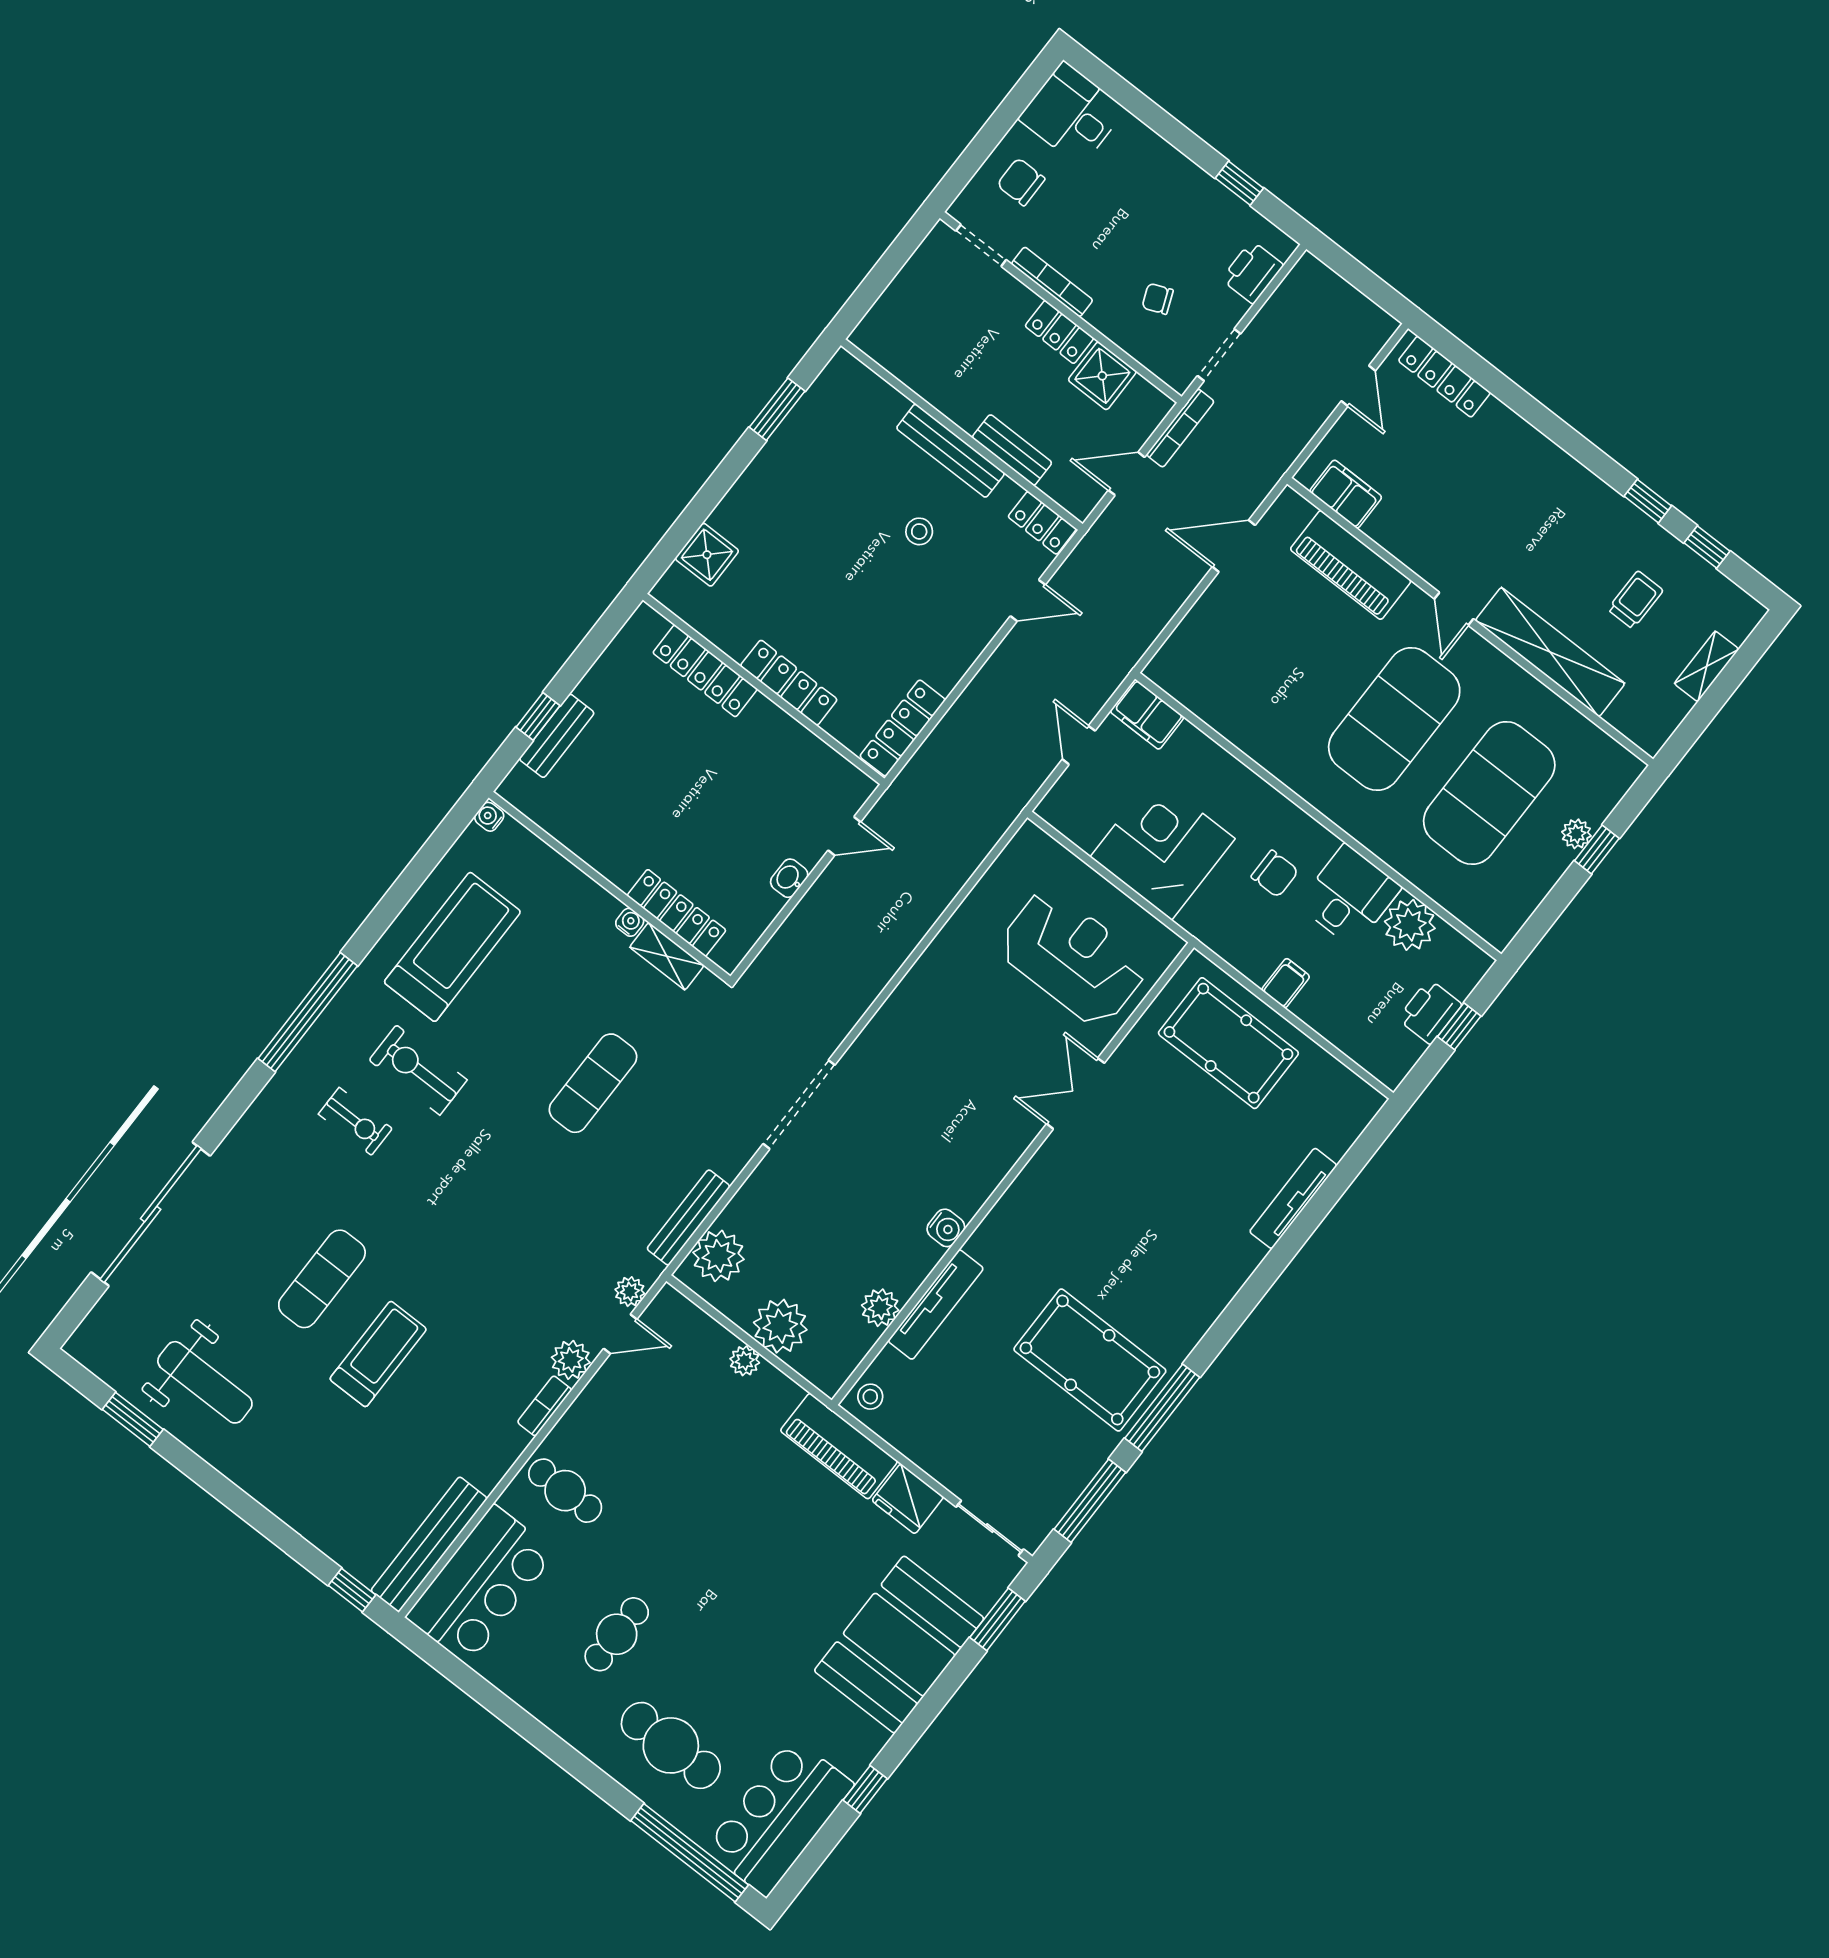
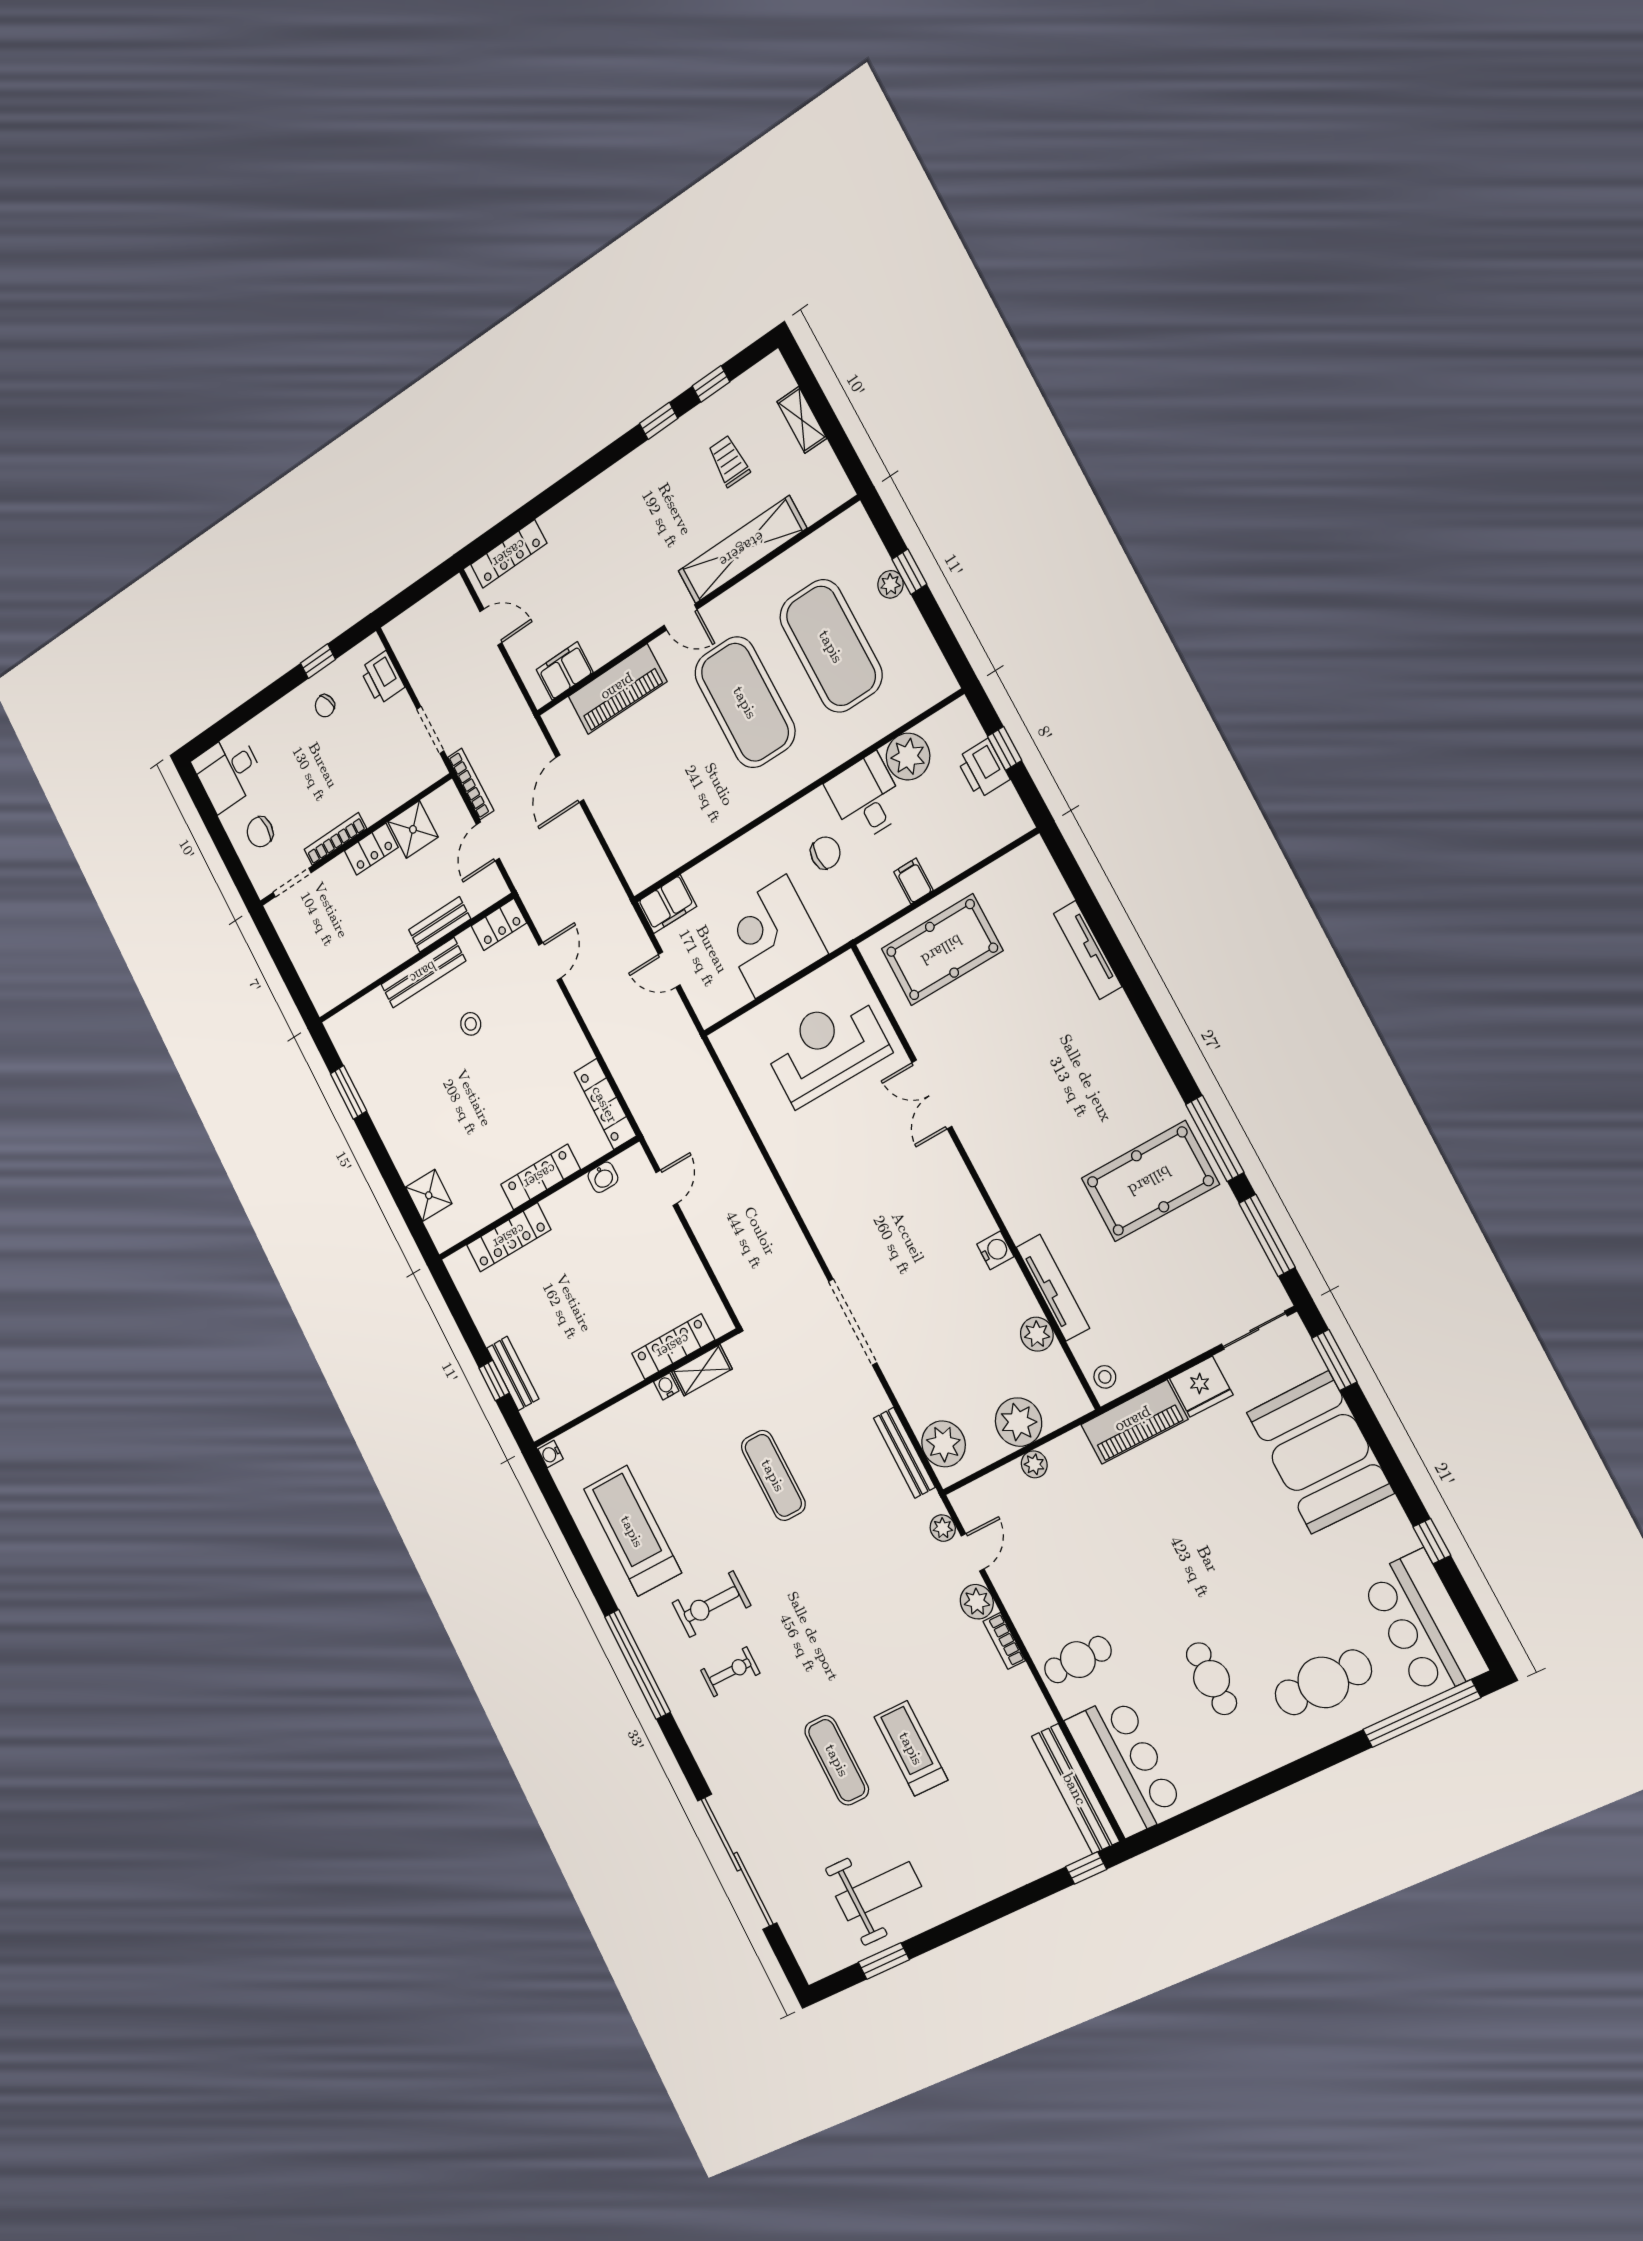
chair: (1158, 299) -> (325, 706), moved
washbasin: (789, 878) -> (603, 1177), moved, turned -90

